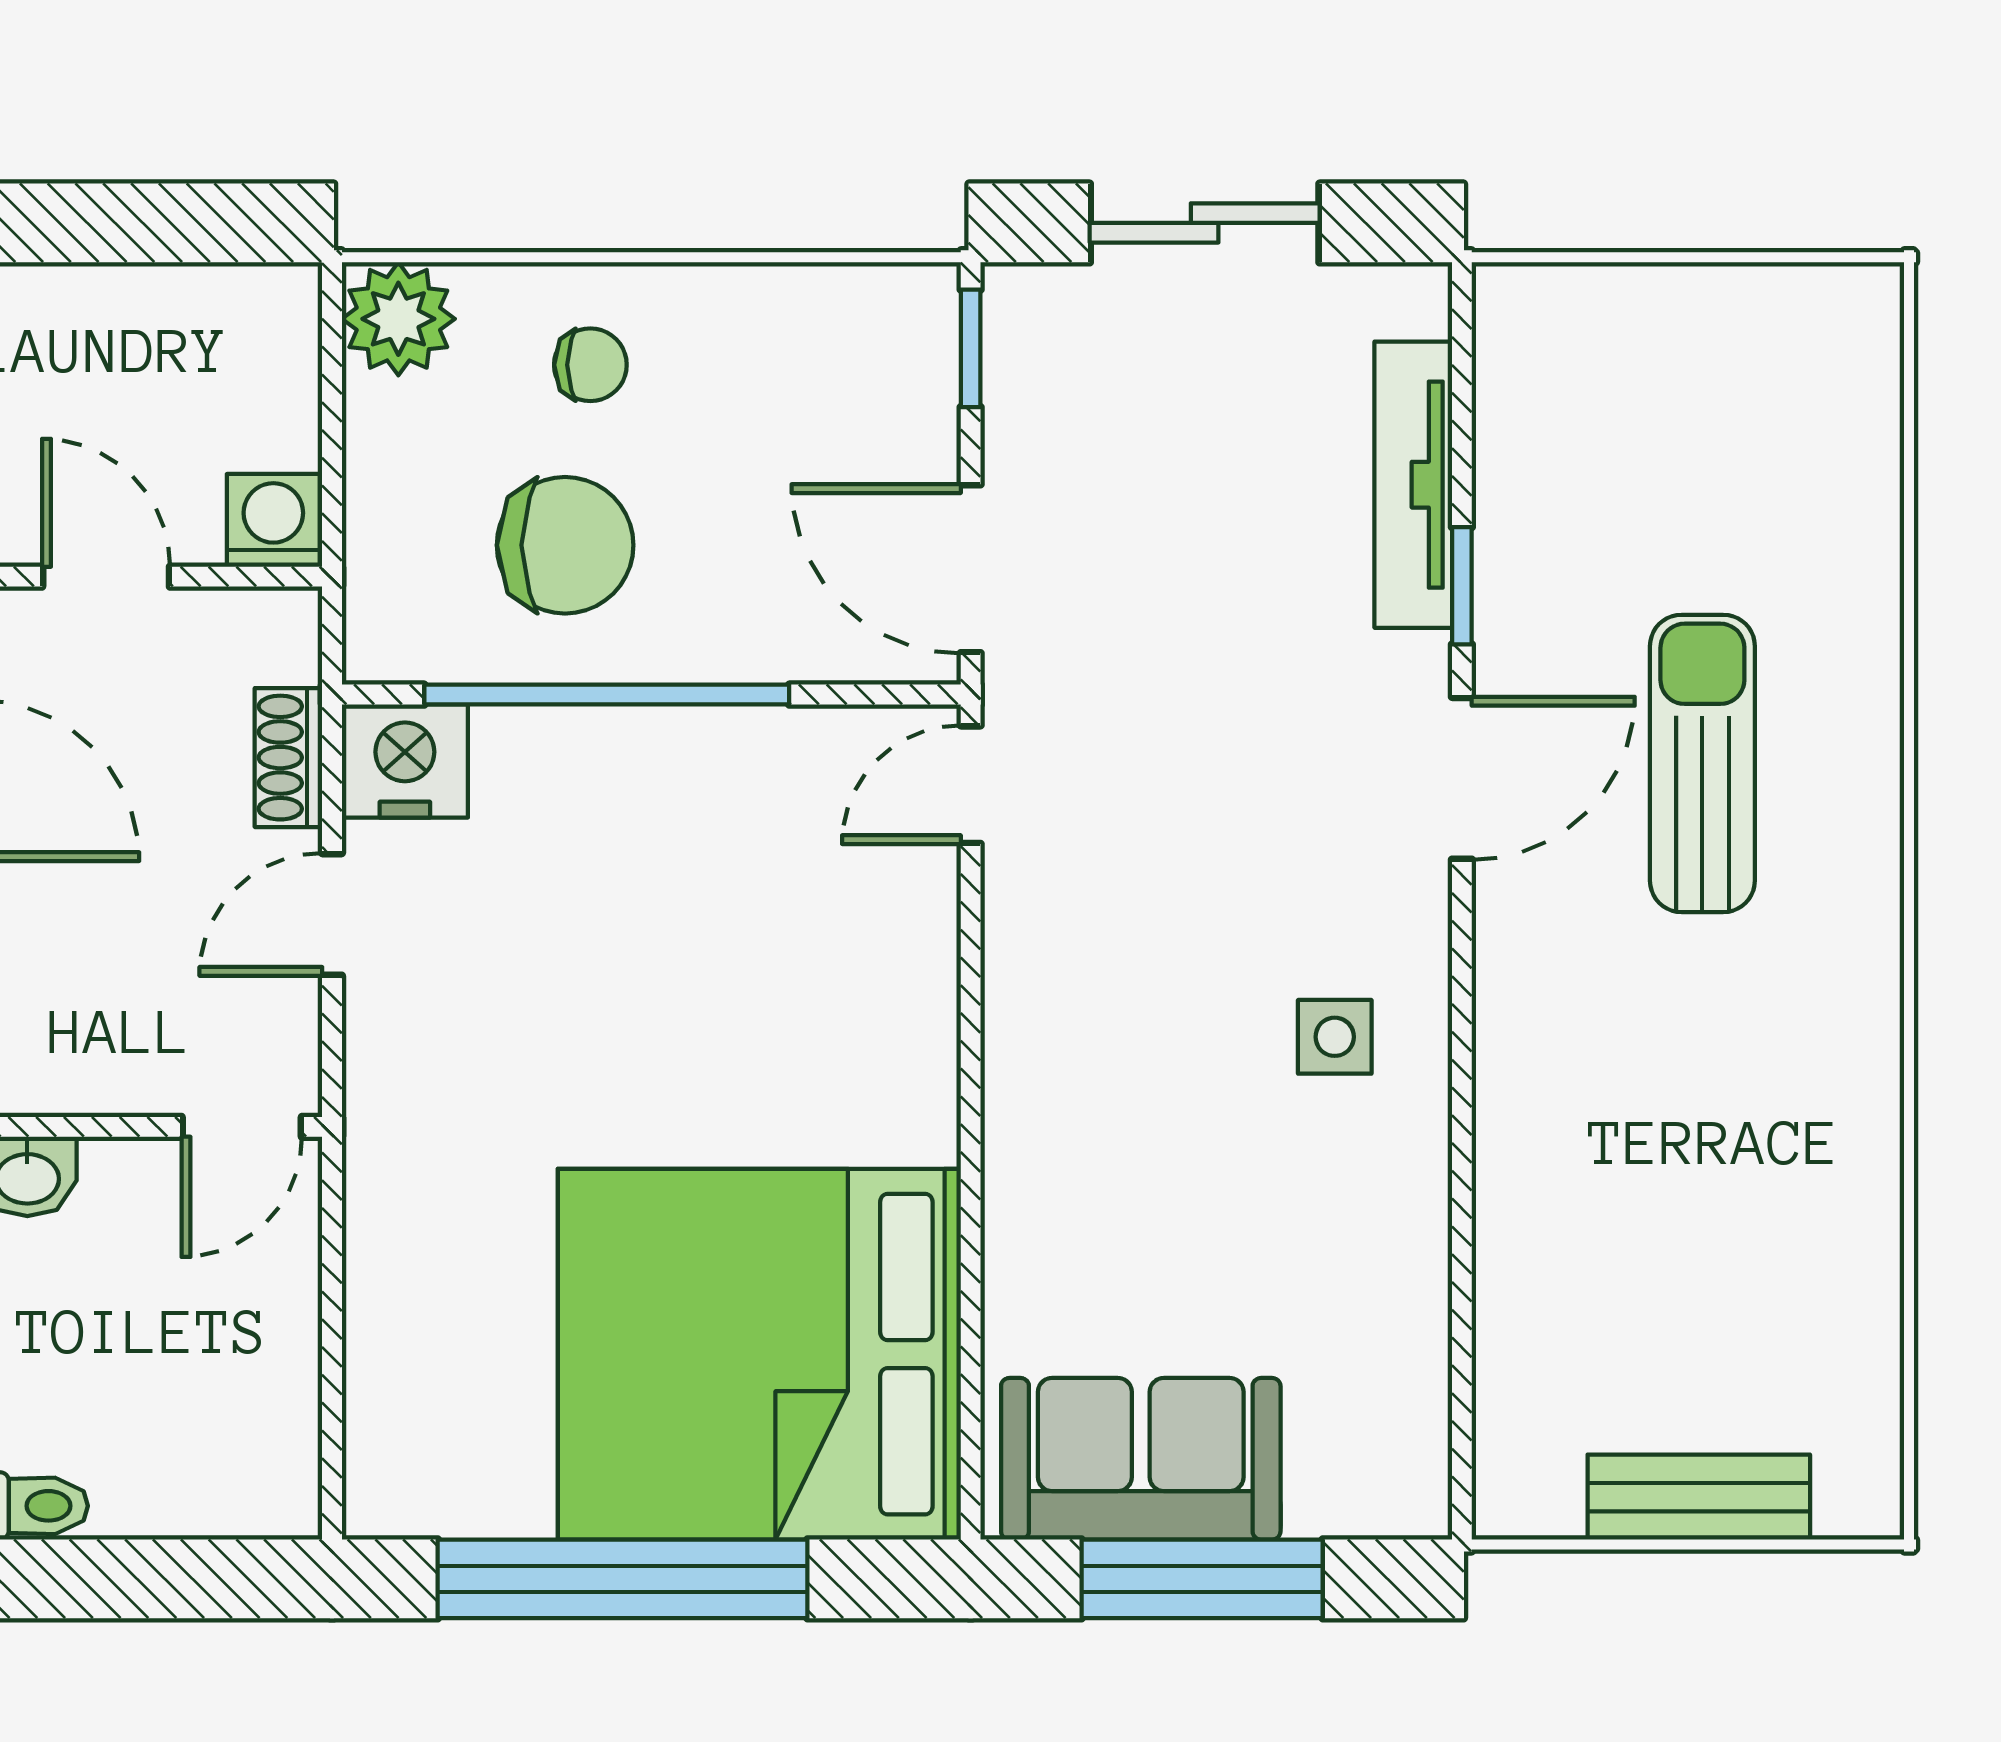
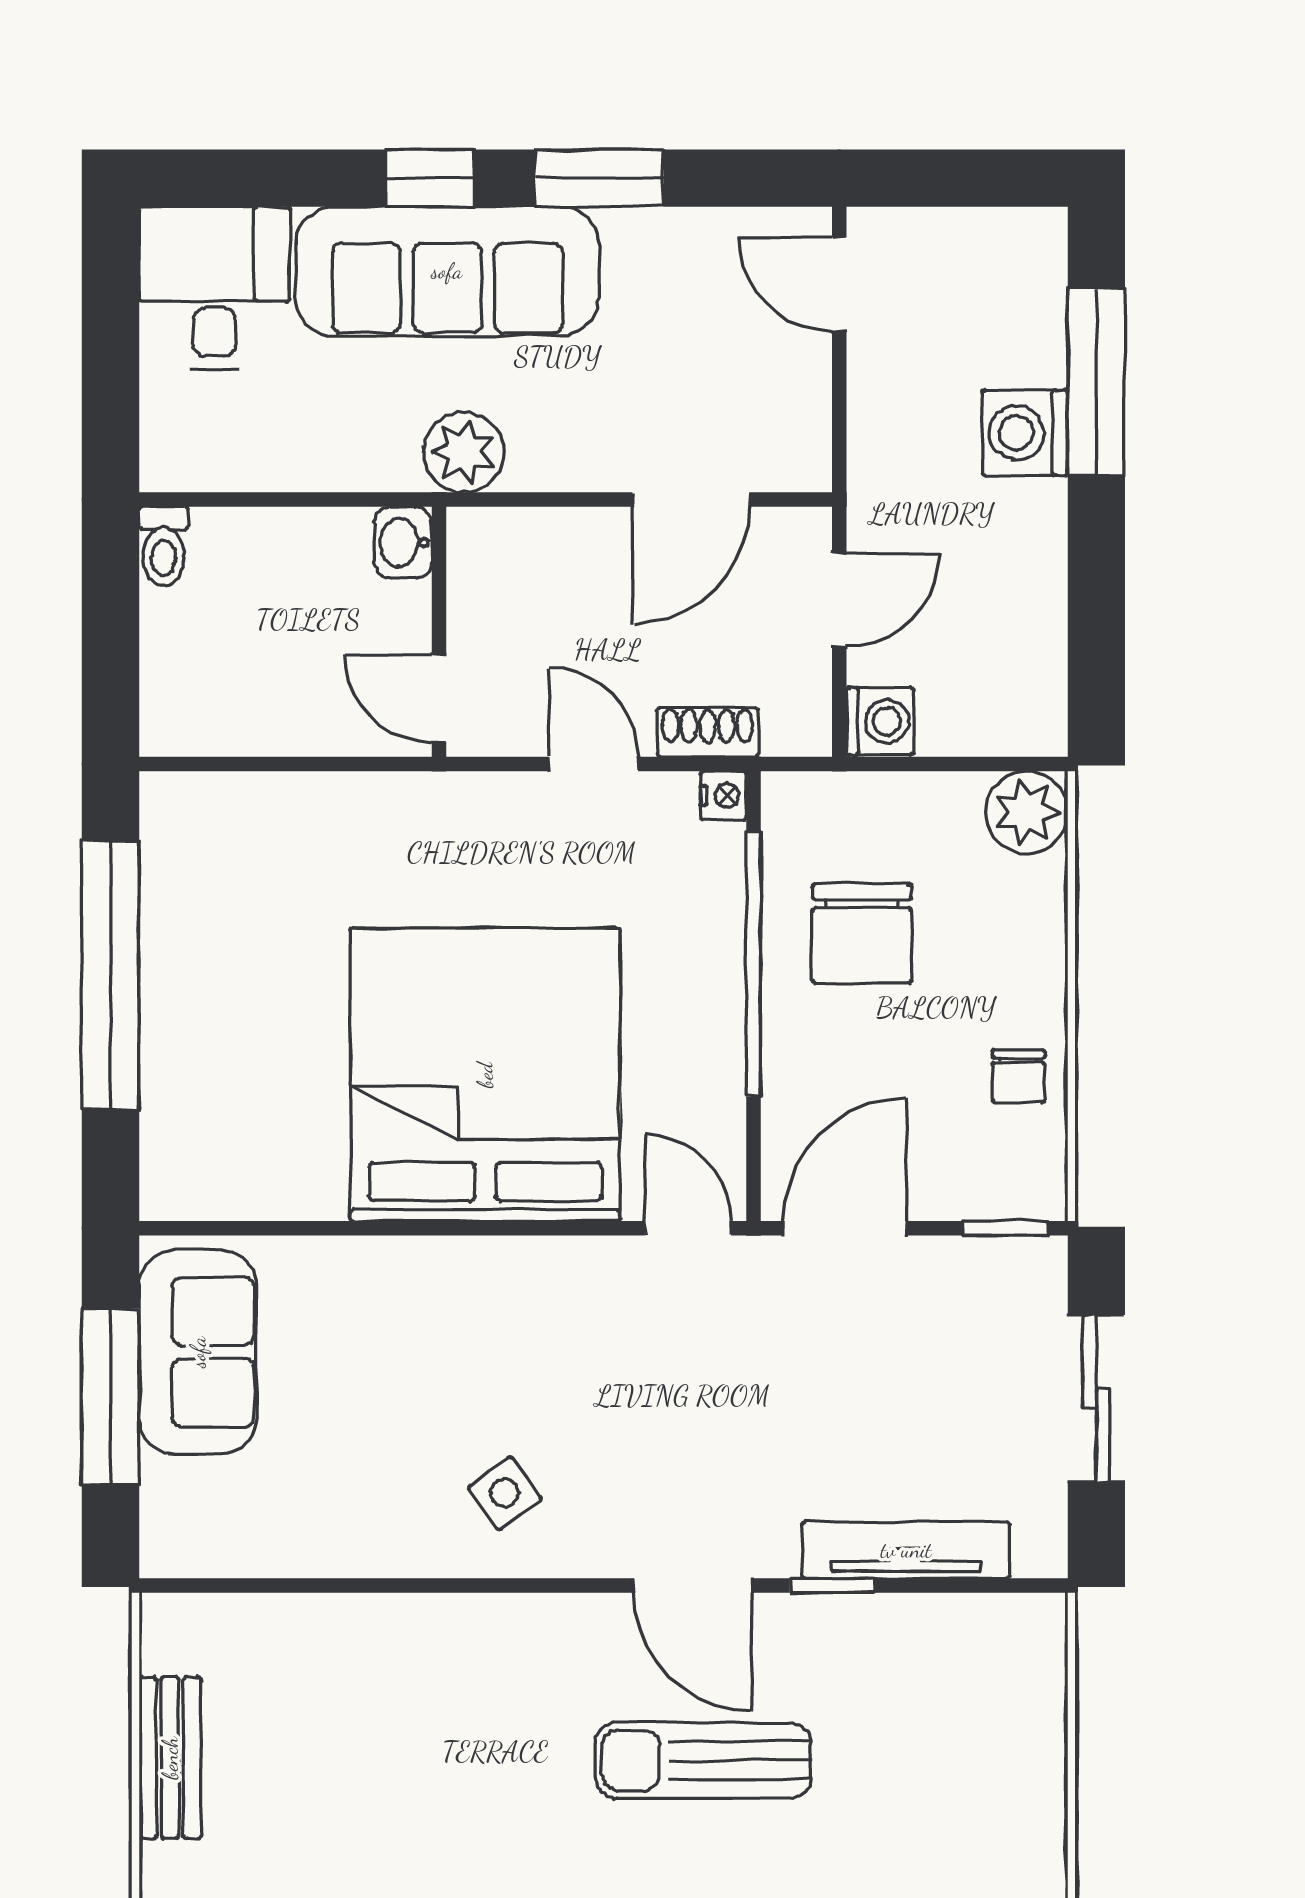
chair: (590, 365) -> (1019, 1076), moved
nightstand: (405, 761) -> (723, 795), width x0.53, depth x0.56
sun lounger: (1702, 763) -> (703, 1760), turned 180
side table: (1335, 1037) -> (505, 1493), turned -36
bed: (759, 1354) -> (485, 1075), moved

